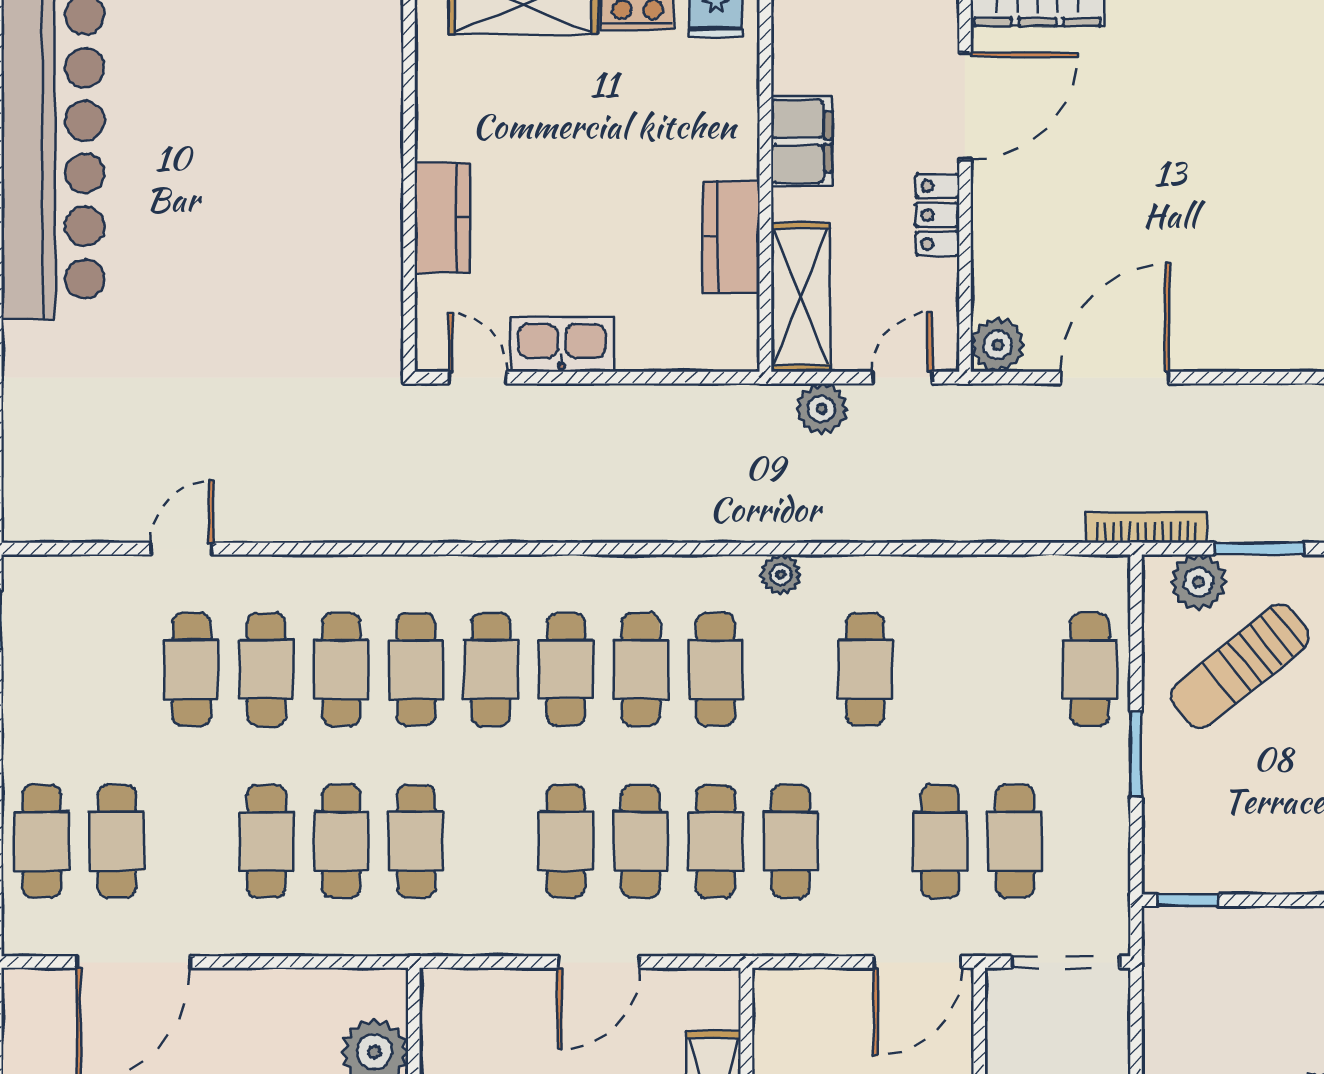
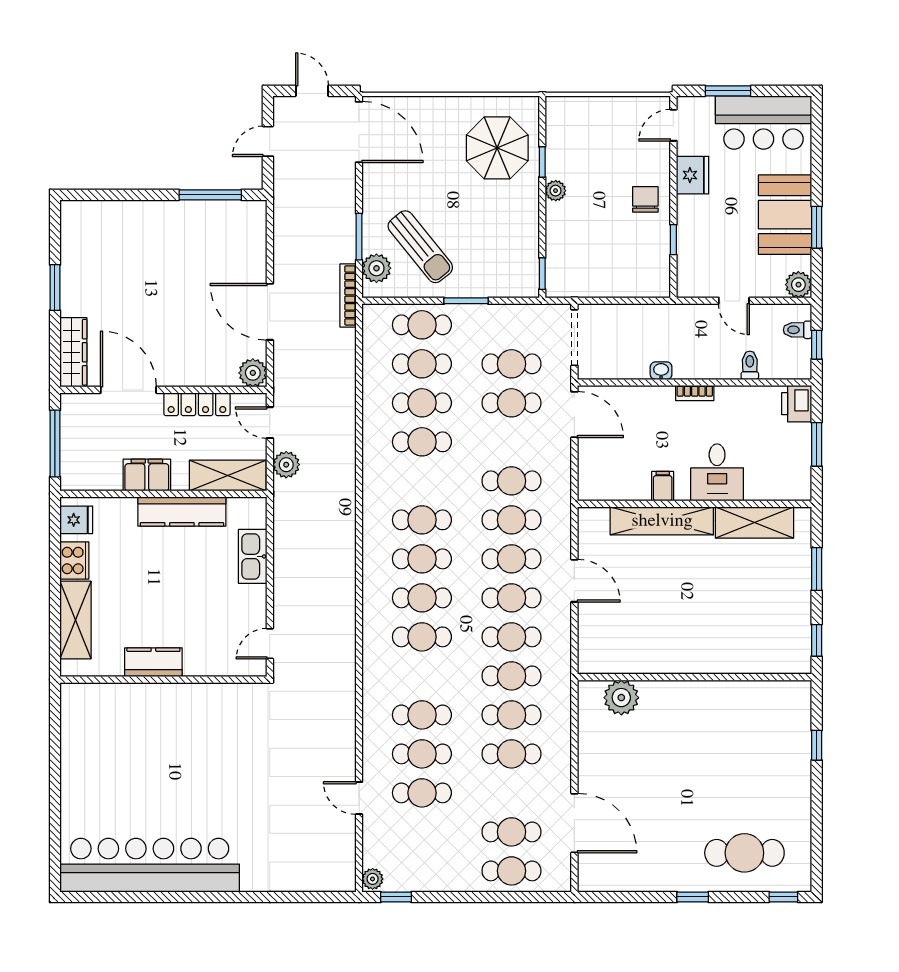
locker: (937, 215) -> (197, 404), width x1.53
kitchen counter: (442, 218) -> (153, 662), moved
kitchen counter: (732, 237) -> (182, 512), width x1.50
kitchen sink: (562, 345) -> (253, 556), moved
plant: (781, 575) -> (373, 879), moved
cafe table: (416, 669) -> (511, 637), moved
cafe table: (940, 669) -> (422, 403), added
cafe table: (1015, 669) -> (422, 364), added

